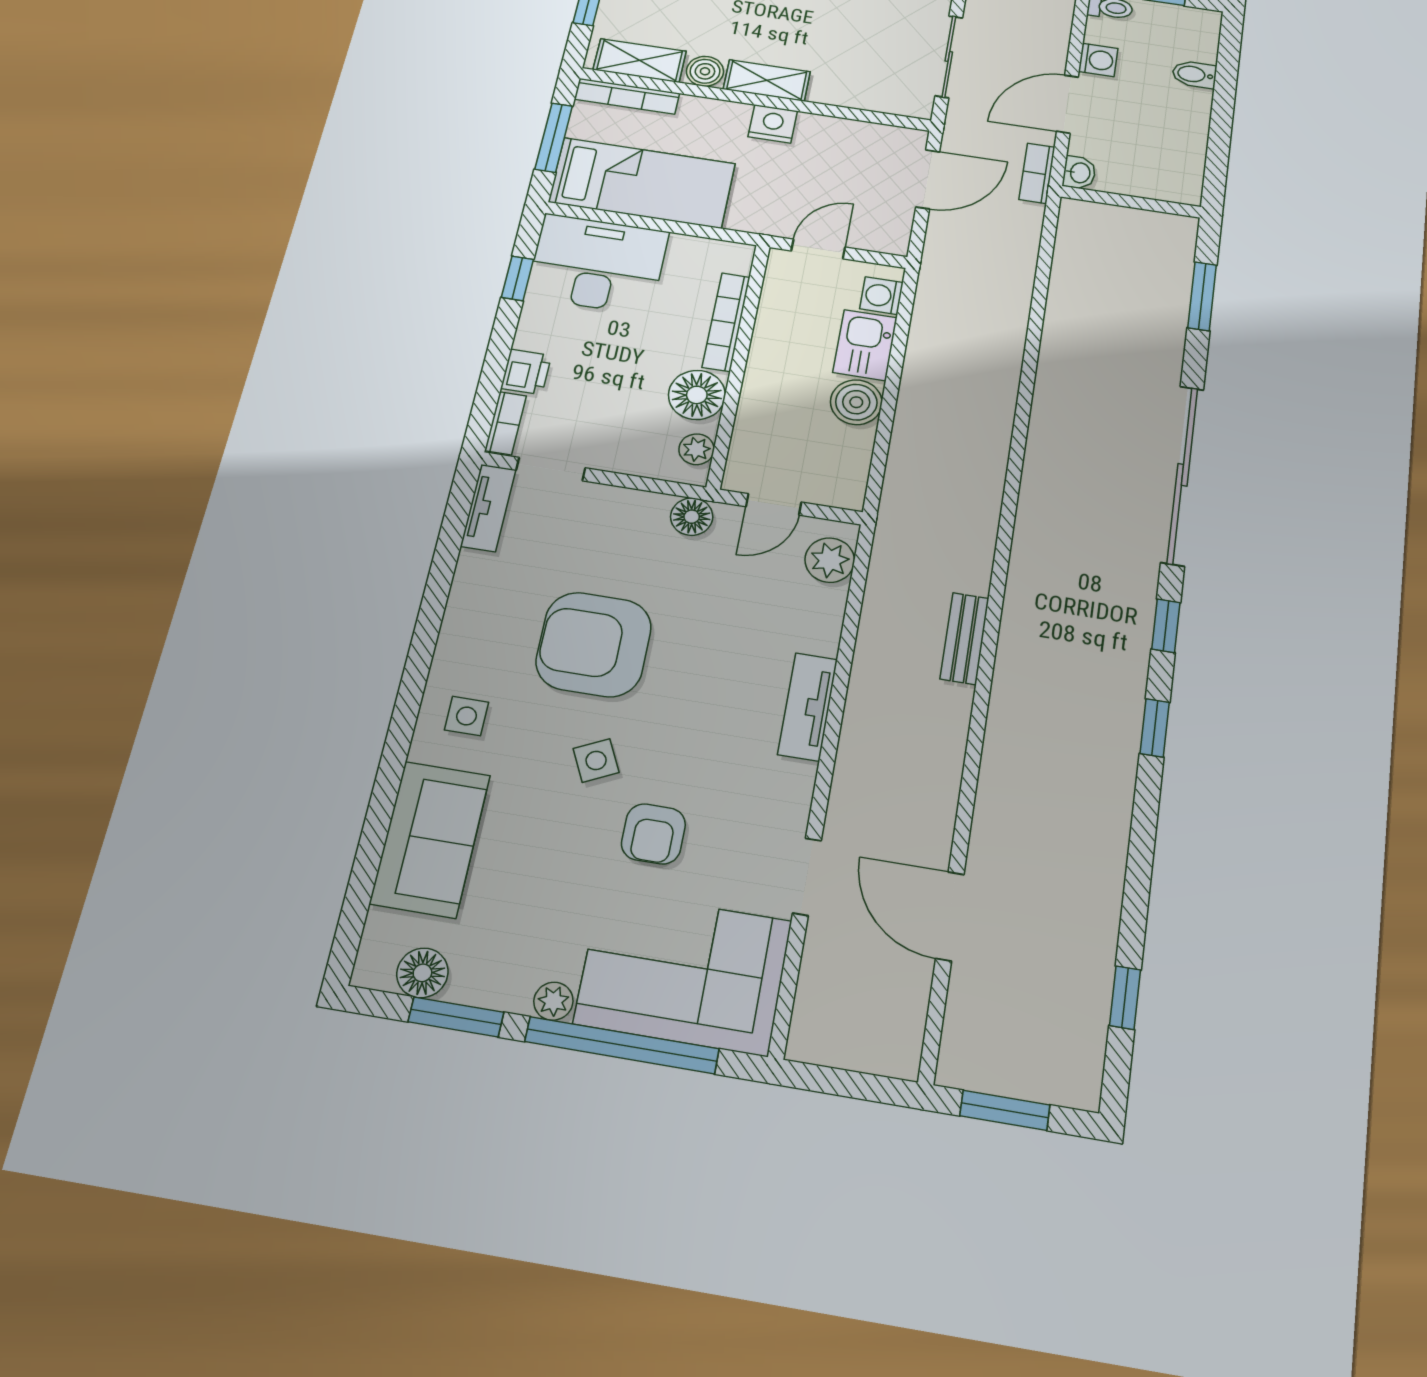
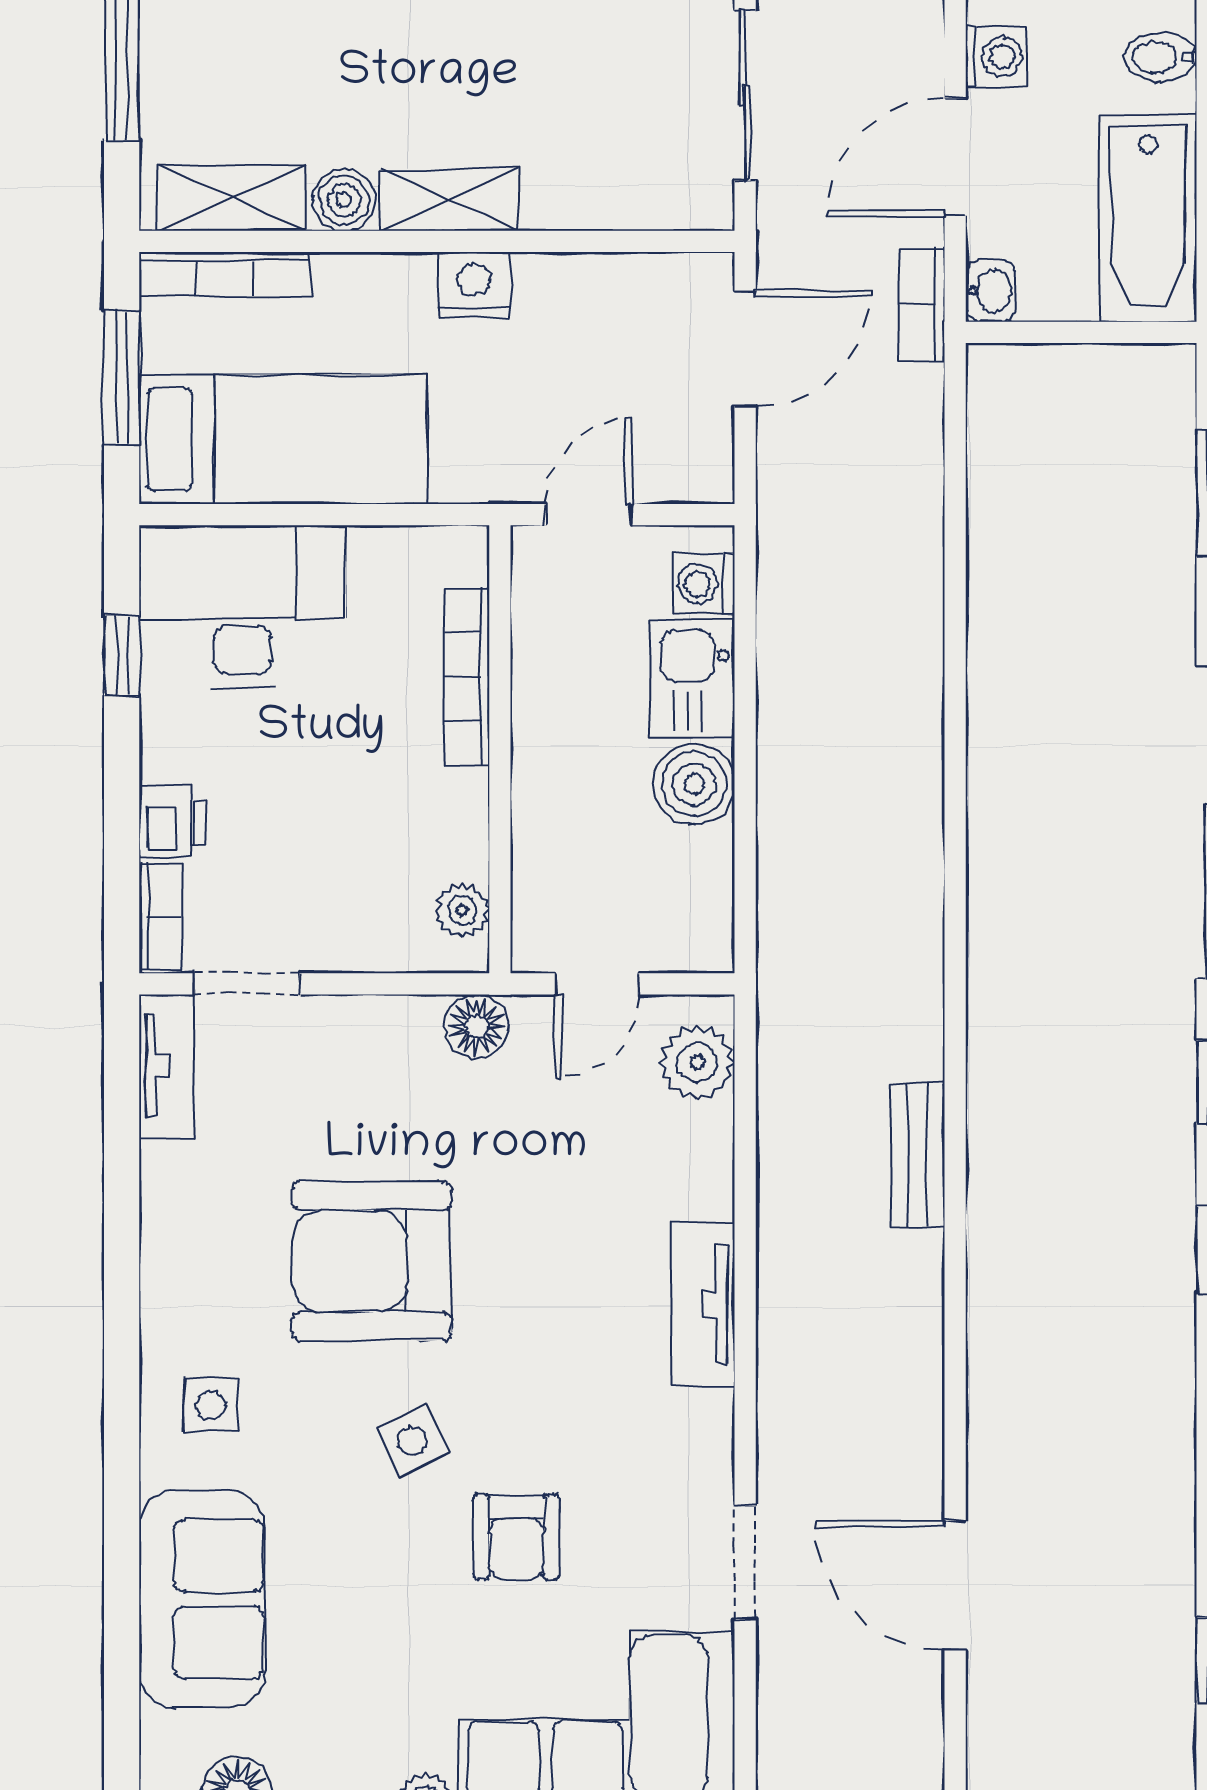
bathtub: (1178, 151) -> (1148, 219), added
floor lamp: (697, 395) -> (445, 815), removed

